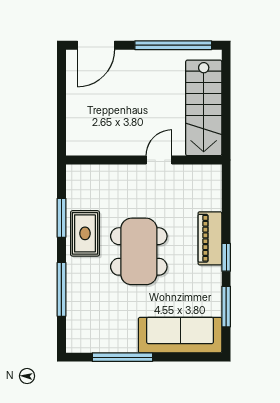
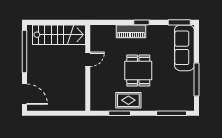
door: (159, 160) -> (88, 59), swing flipped
dining table: (139, 251) -> (138, 71), width x0.73
window: (61, 289) -> (172, 113), moved
window: (226, 307) -> (179, 22), moved

